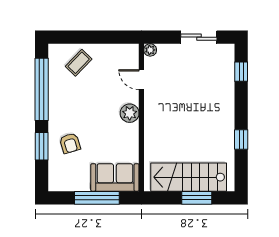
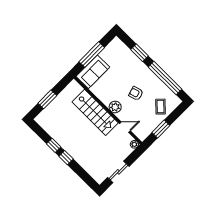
window: (103, 37) -> (161, 129), added
window: (241, 72) -> (66, 158), moved
armchair: (70, 143) -> (136, 93), moved
stairs: (189, 177) -> (95, 112), moved, turned 90

